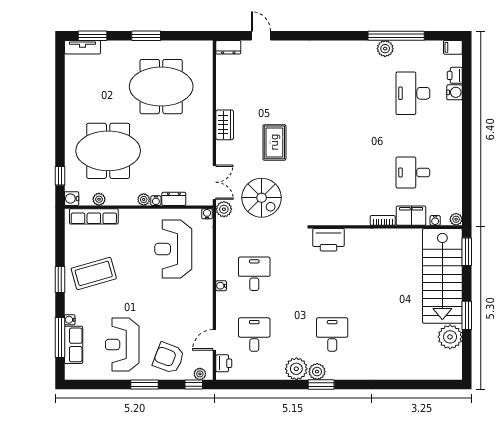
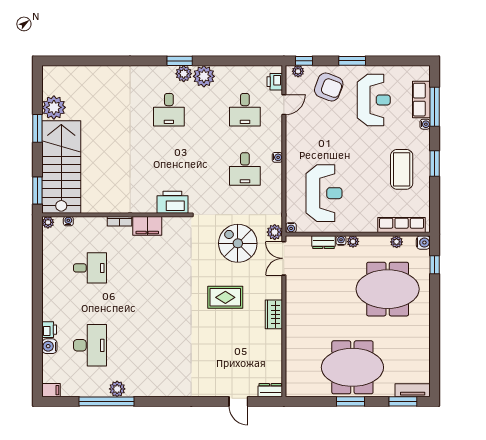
printer: (455, 75) -> (49, 330), moved
meeting table: (161, 87) -> (352, 367), moved
rug: (274, 142) -> (225, 297), turned 90
filing cabinet: (411, 216) -> (147, 226), moved
coffee table: (94, 273) -> (402, 169), turned -74

